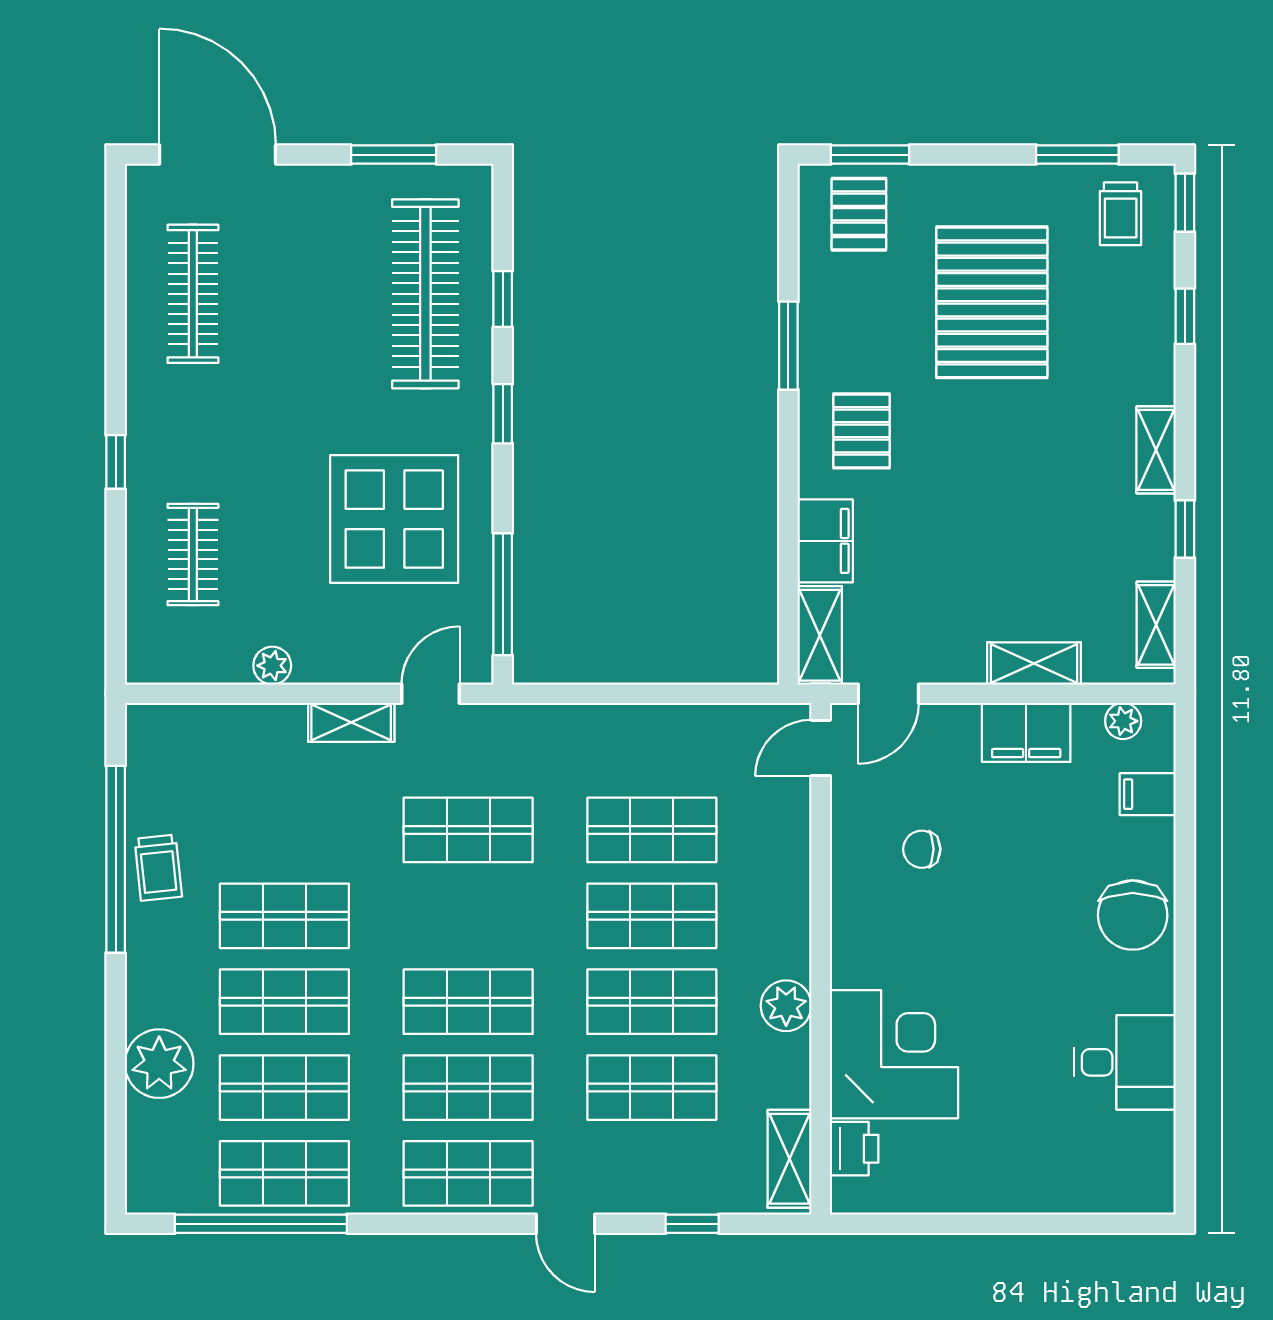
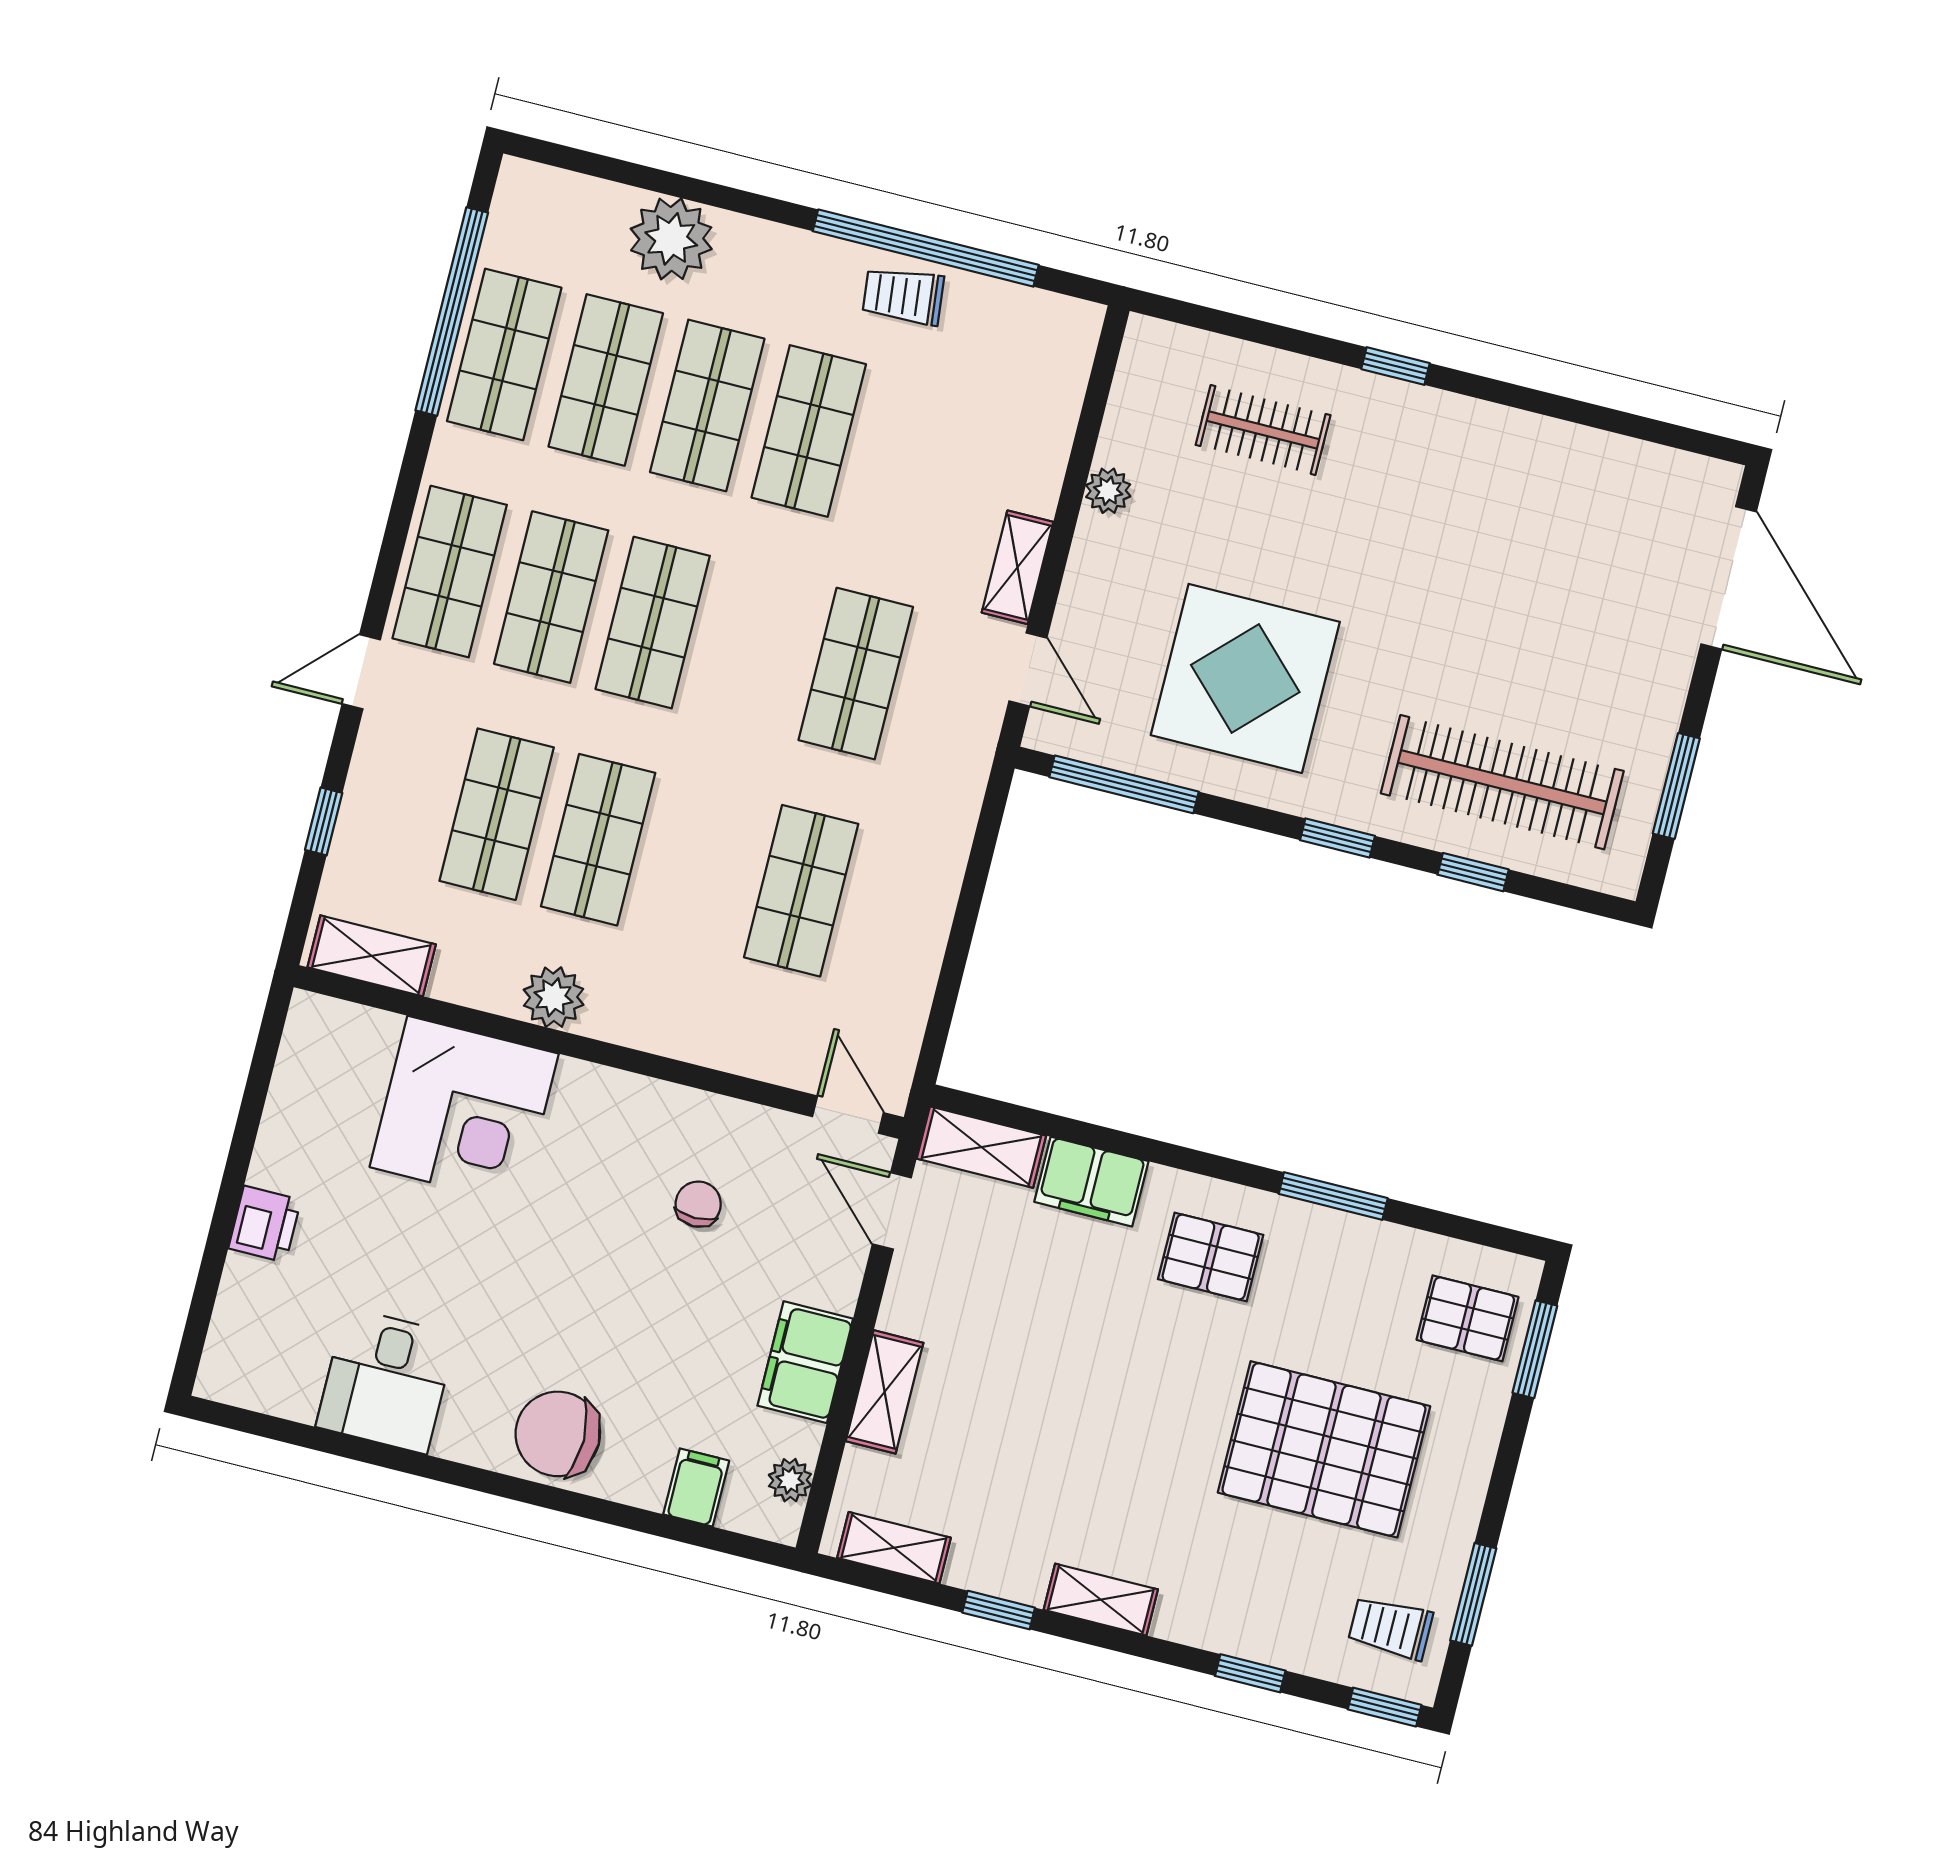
door: (218, 155) -> (1729, 578), hinge flipped
clothes rail: (193, 294) -> (1571, 507), removed
shop shelf: (652, 916) -> (700, 865), removed
printer: (854, 1149) -> (265, 1224), moved, turned -90

